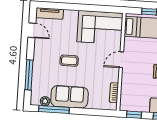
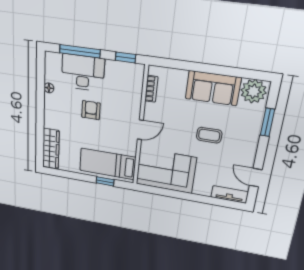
window: (29, 75) -> (267, 122), width x0.69
plant: (45, 101) -> (253, 91), width x1.88, depth x1.88
window: (54, 109) -> (237, 72), removed

